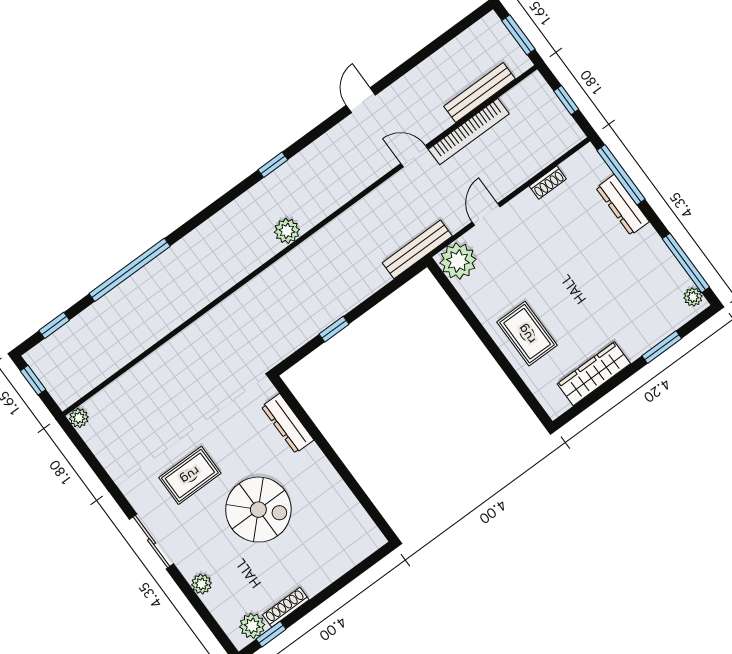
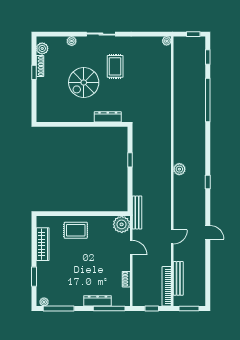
bookcase: (469, 131) -> (167, 286), moved
window: (271, 634) -> (34, 72), moved

